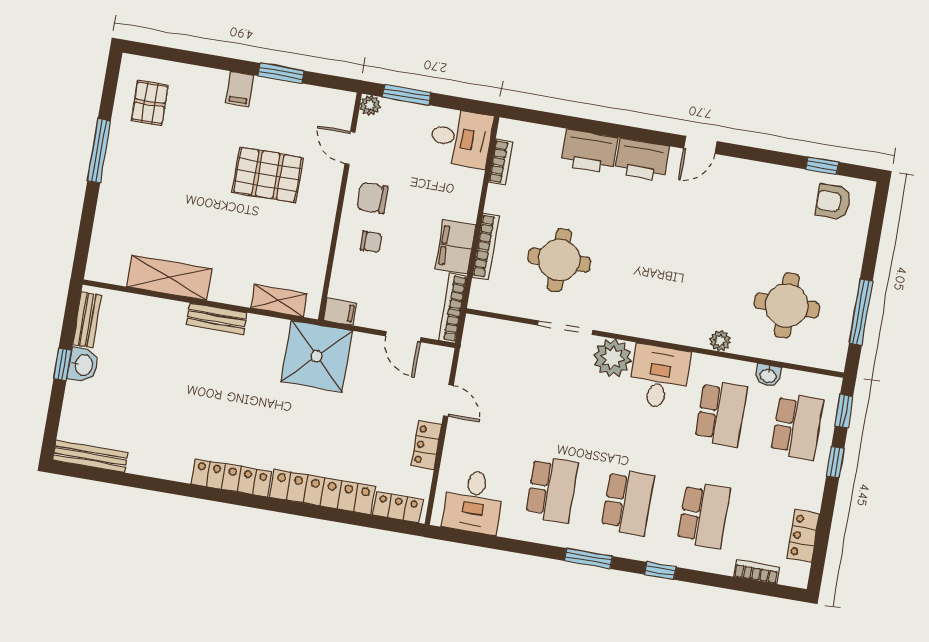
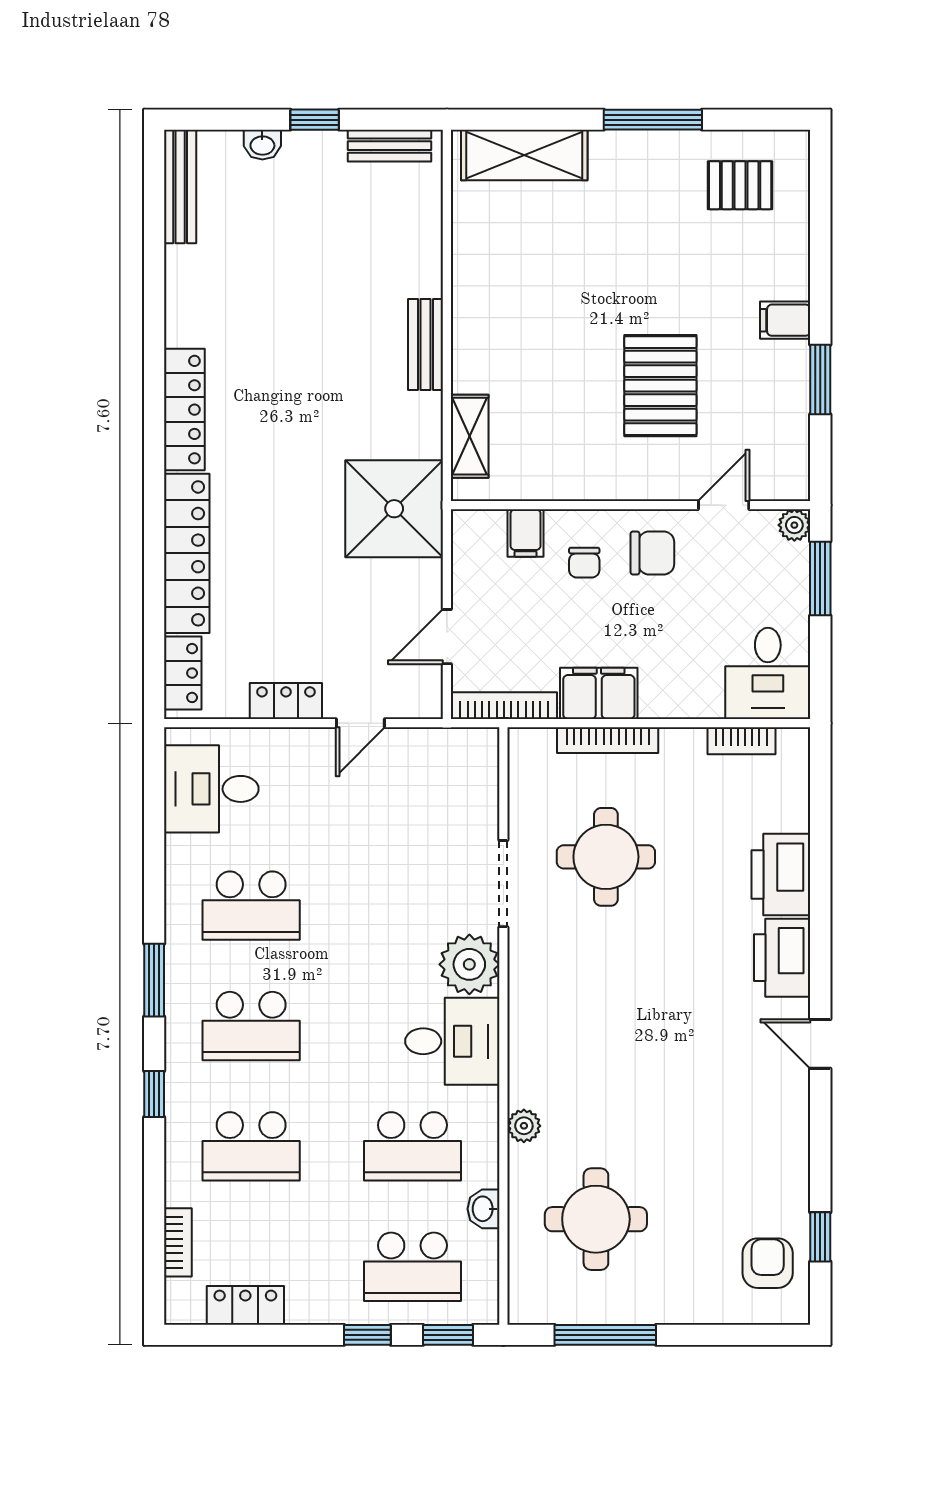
chair: (372, 198) -> (652, 553), turned 90
shelving: (169, 278) -> (524, 155), moved, turned 90
filing cabinet: (340, 312) -> (526, 533), moved
washbasin: (83, 365) -> (262, 145), moved, width x0.72, depth x0.69

